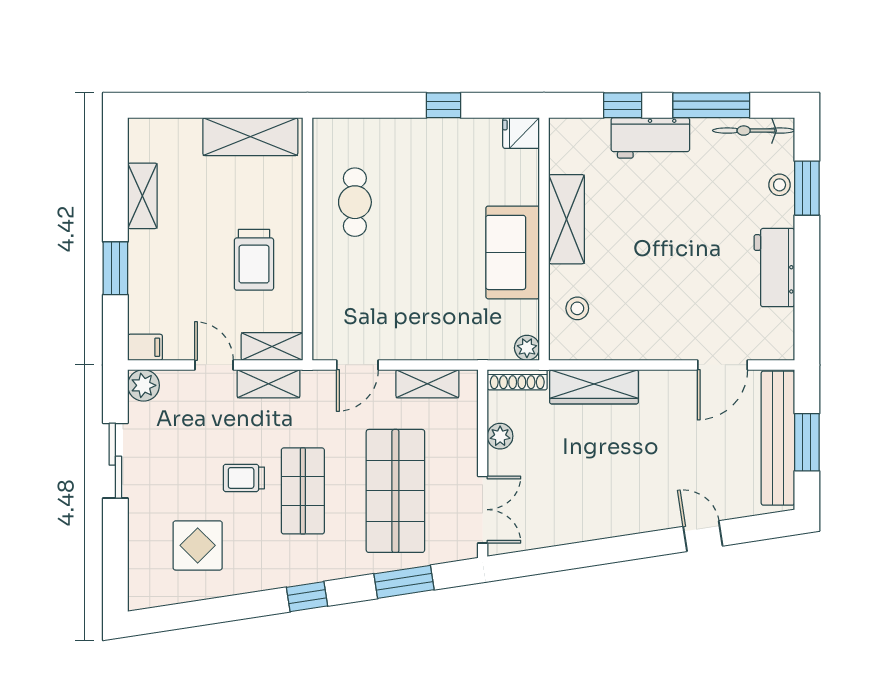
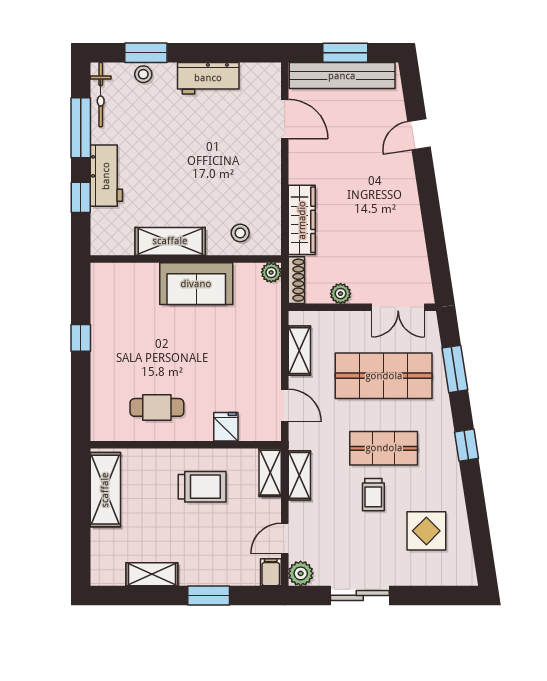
fridge: (521, 133) -> (226, 427), moved, turned 180
door: (214, 365) -> (285, 538), moved
double door: (483, 510) -> (398, 307), swing flipped

